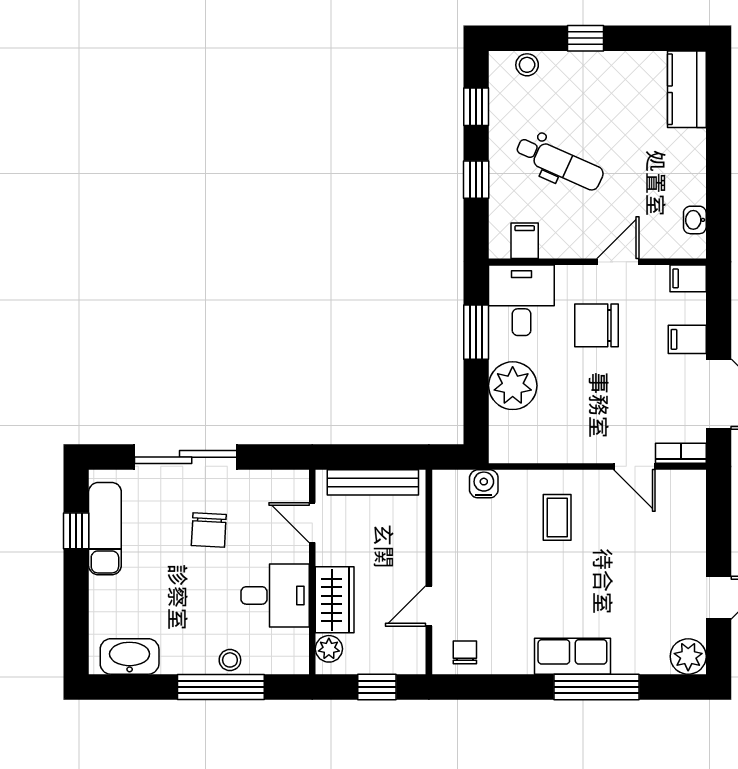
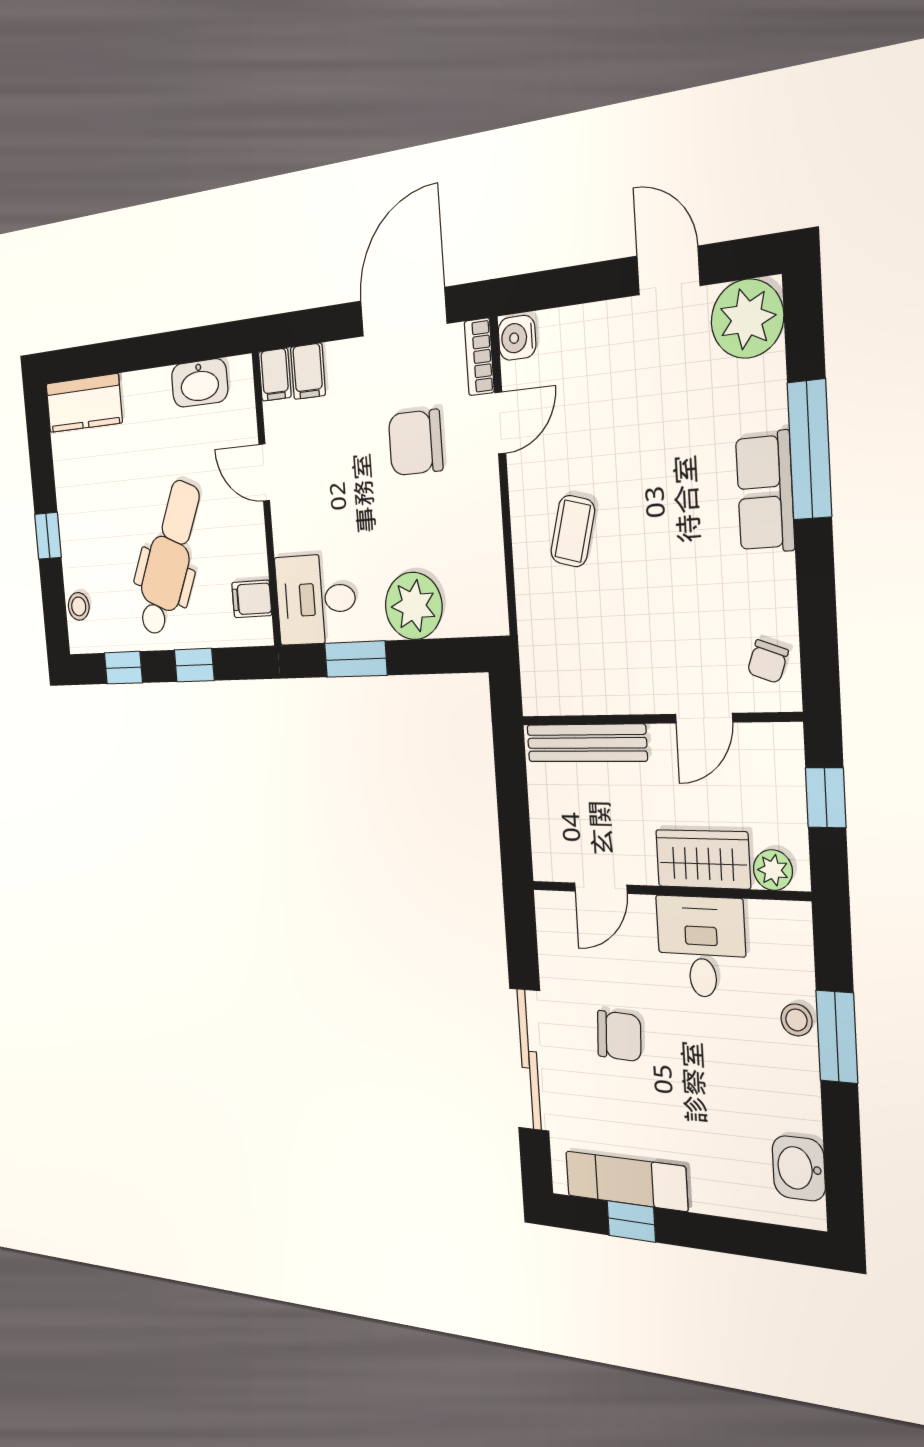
dental chair: (560, 163) -> (169, 559), width x1.36, depth x1.38
washbasin: (695, 220) -> (200, 383), width x1.91, depth x1.45
chair: (597, 325) -> (415, 443), moved, turned 90
filing cabinet: (687, 339) -> (308, 371), moved
bench: (373, 482) -> (586, 743), moved, turned 90
water cooler: (484, 484) -> (517, 338), moved
coffee table: (557, 517) -> (573, 531), turned -75
door: (429, 606) -> (704, 718), hinge flipped
chair: (465, 652) -> (768, 662), turned -70
washbasin: (130, 656) -> (799, 1168), width x0.72
plant: (688, 656) -> (747, 319), width x1.36, depth x1.36
window: (221, 687) -> (837, 1037), width x0.69

